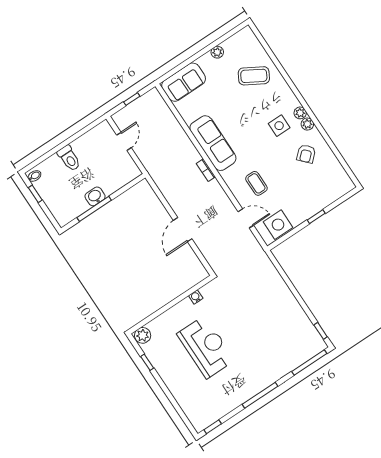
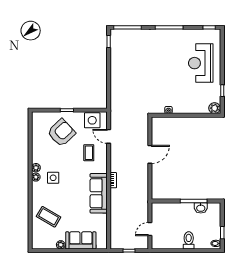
sofa: (184, 82) -> (81, 240), moved
armchair: (306, 154) -> (61, 133), moved, width x1.88, depth x1.88
washbasin: (95, 196) -> (201, 208), moved
reception desk: (206, 347) -> (201, 63), moved

